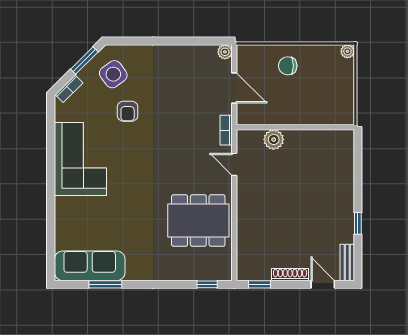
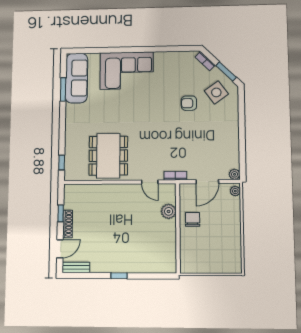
plant: (347, 51) -> (235, 191), moved
chair: (288, 66) -> (193, 219), moved
corner sofa: (80, 159) -> (127, 71), moved
door: (234, 164) -> (150, 182), swing flipped
window: (358, 223) -> (119, 276), moved
window: (259, 284) -> (61, 213), moved

